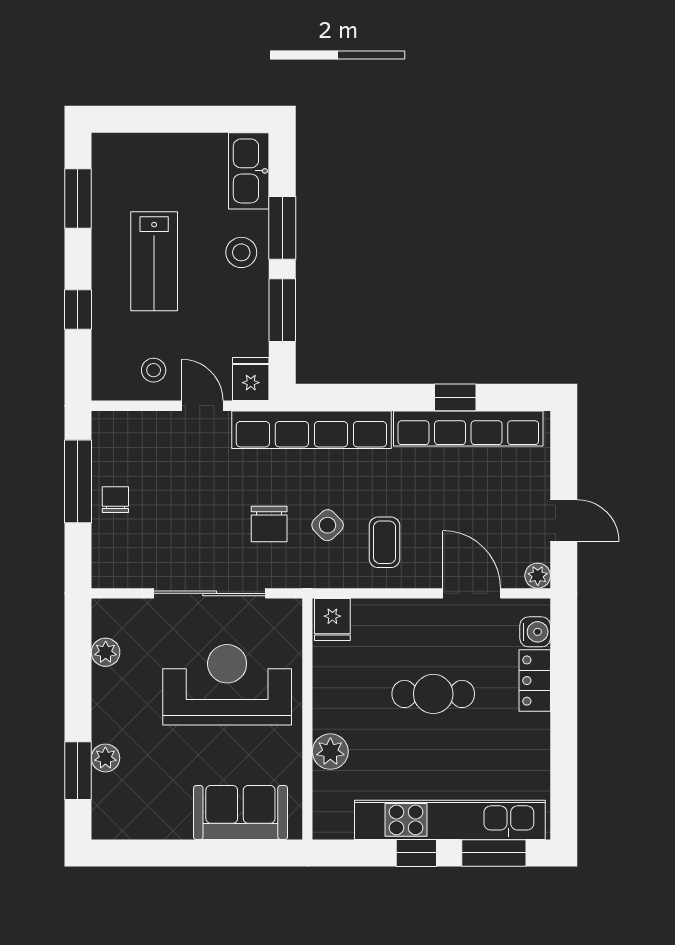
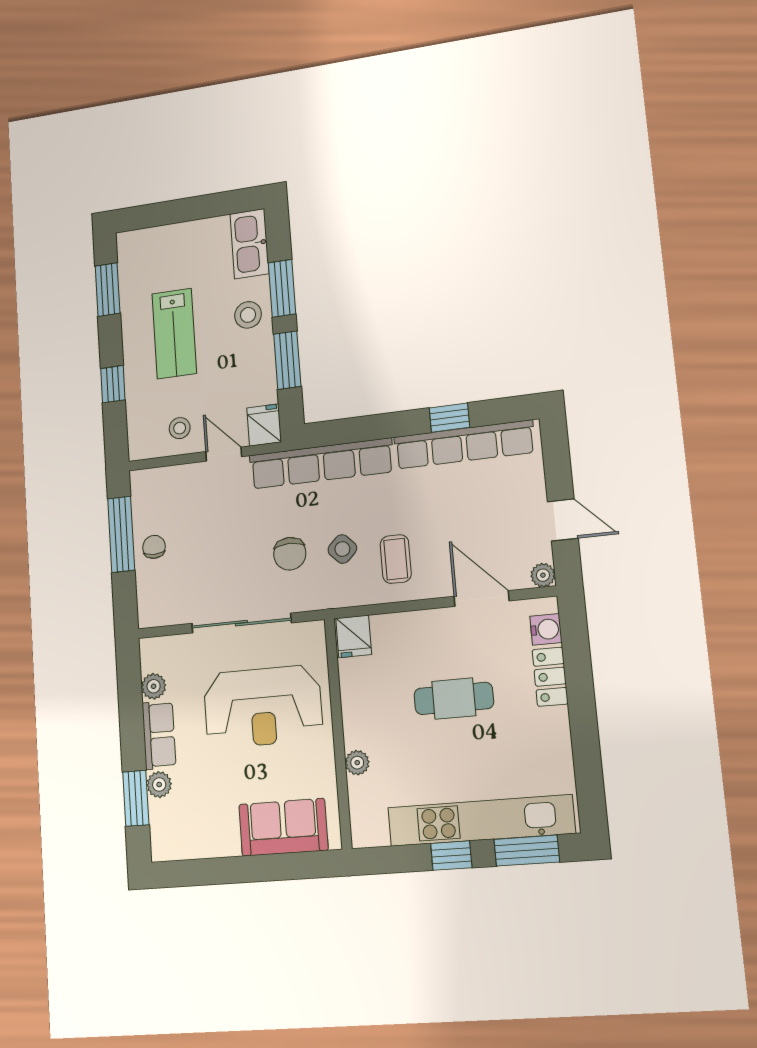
reception desk: (227, 685) -> (263, 707), turned 180
row of seats: (109, 705) -> (159, 735), added
plant: (330, 752) -> (357, 763), width x0.73, depth x0.73

